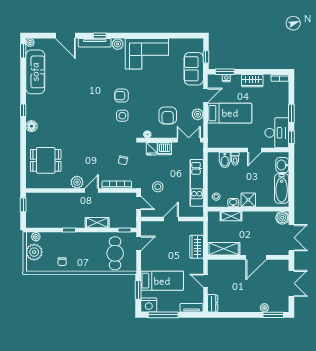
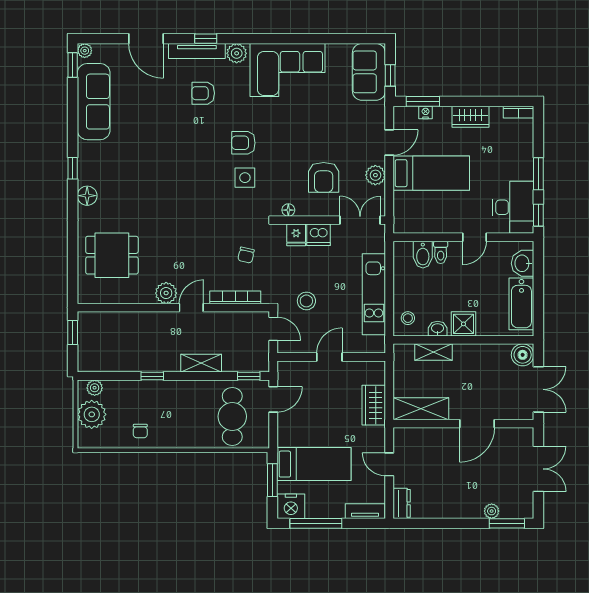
armchair: (98, 67) -> (203, 93), added
sofa: (194, 69) -> (369, 72), moved

